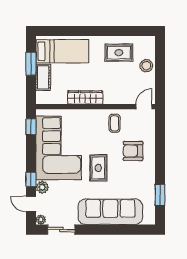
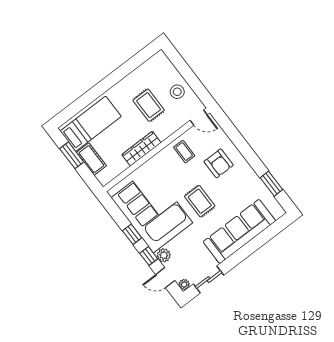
rug: (119, 53) -> (149, 105), moved, turned 90
stool: (146, 66) -> (177, 92), moved
door: (144, 107) -> (199, 118), swing flipped
window: (31, 127) -> (132, 234), moved
armchair: (133, 151) -> (219, 163), turned -90

